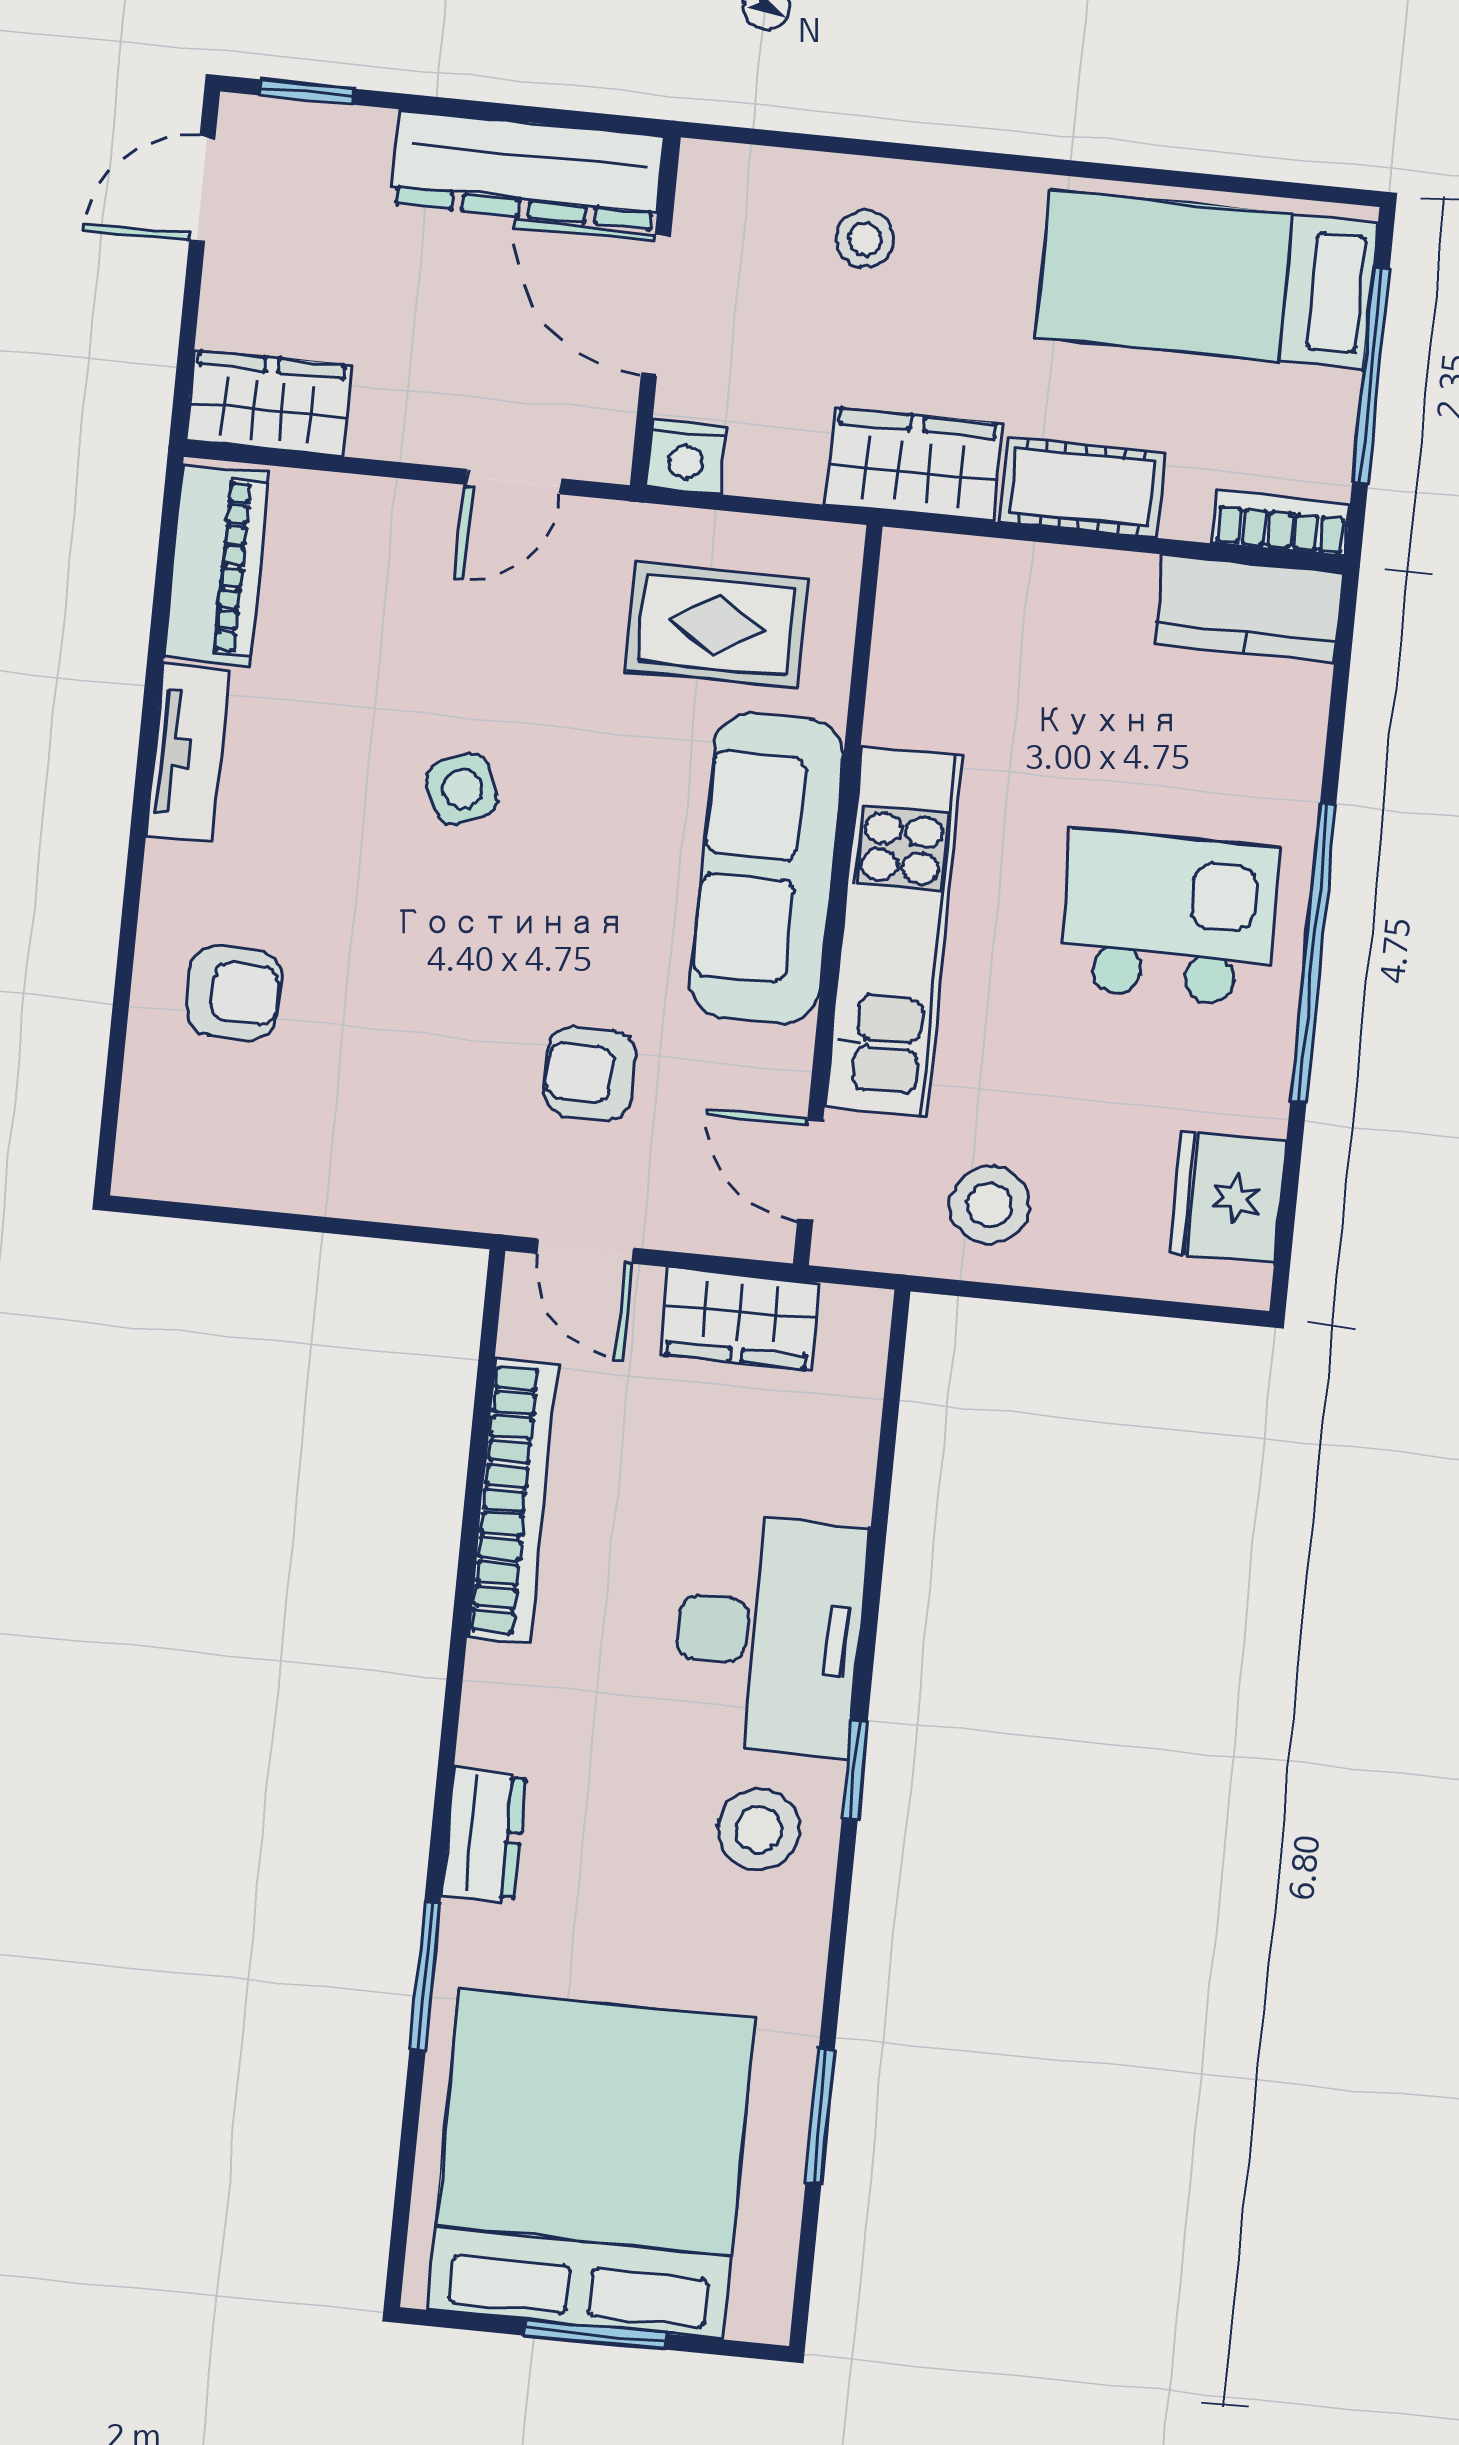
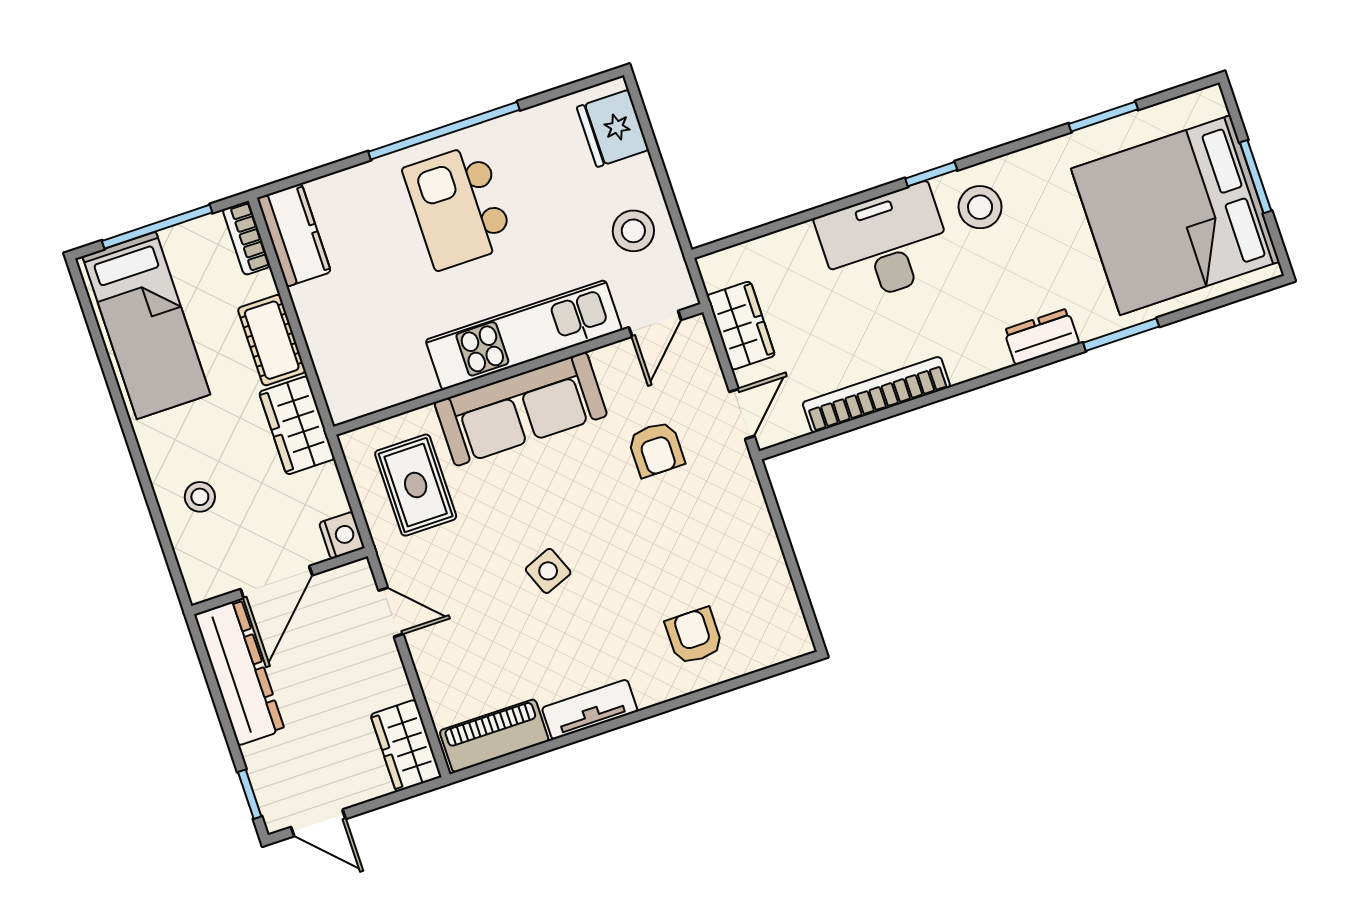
fridge: (1228, 1198) -> (613, 128), moved, turned 90

